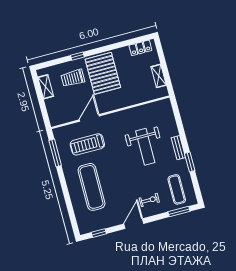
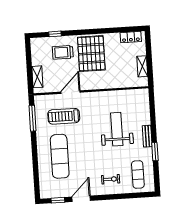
window: (77, 56) -> (55, 34), moved
shelving: (46, 87) -> (37, 77), moved
weight bench: (145, 147) -> (117, 129), turned 180
window: (179, 212) -> (136, 195), removed
door: (134, 224) -> (81, 199), moved

